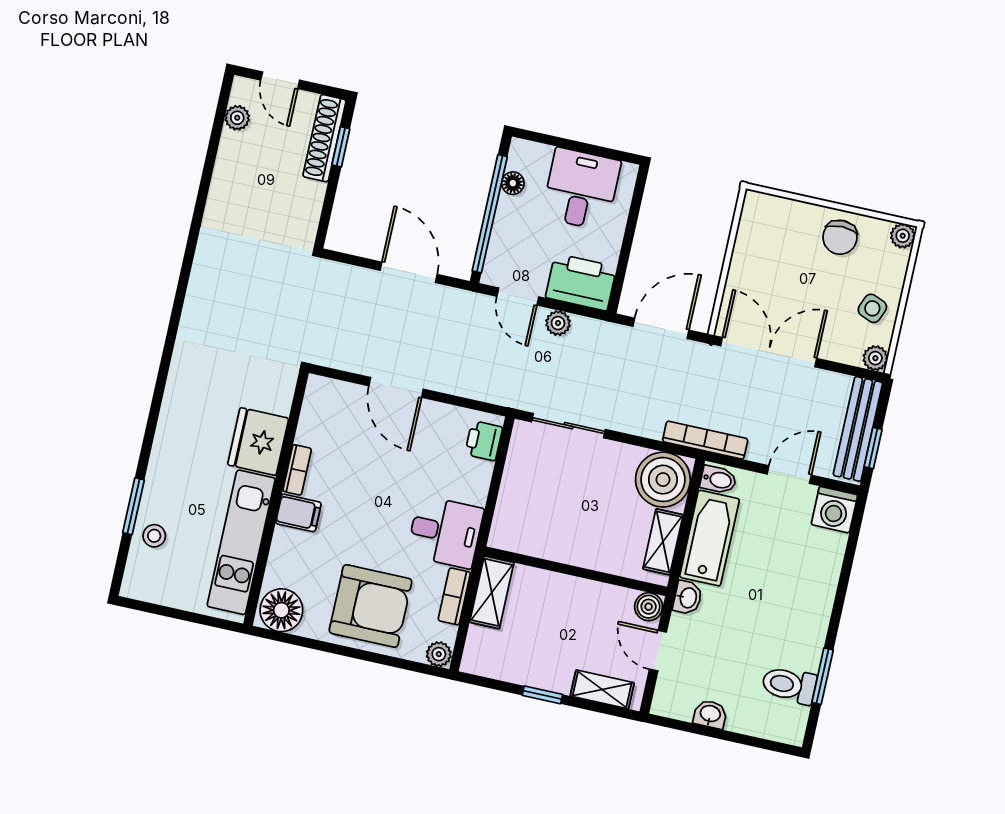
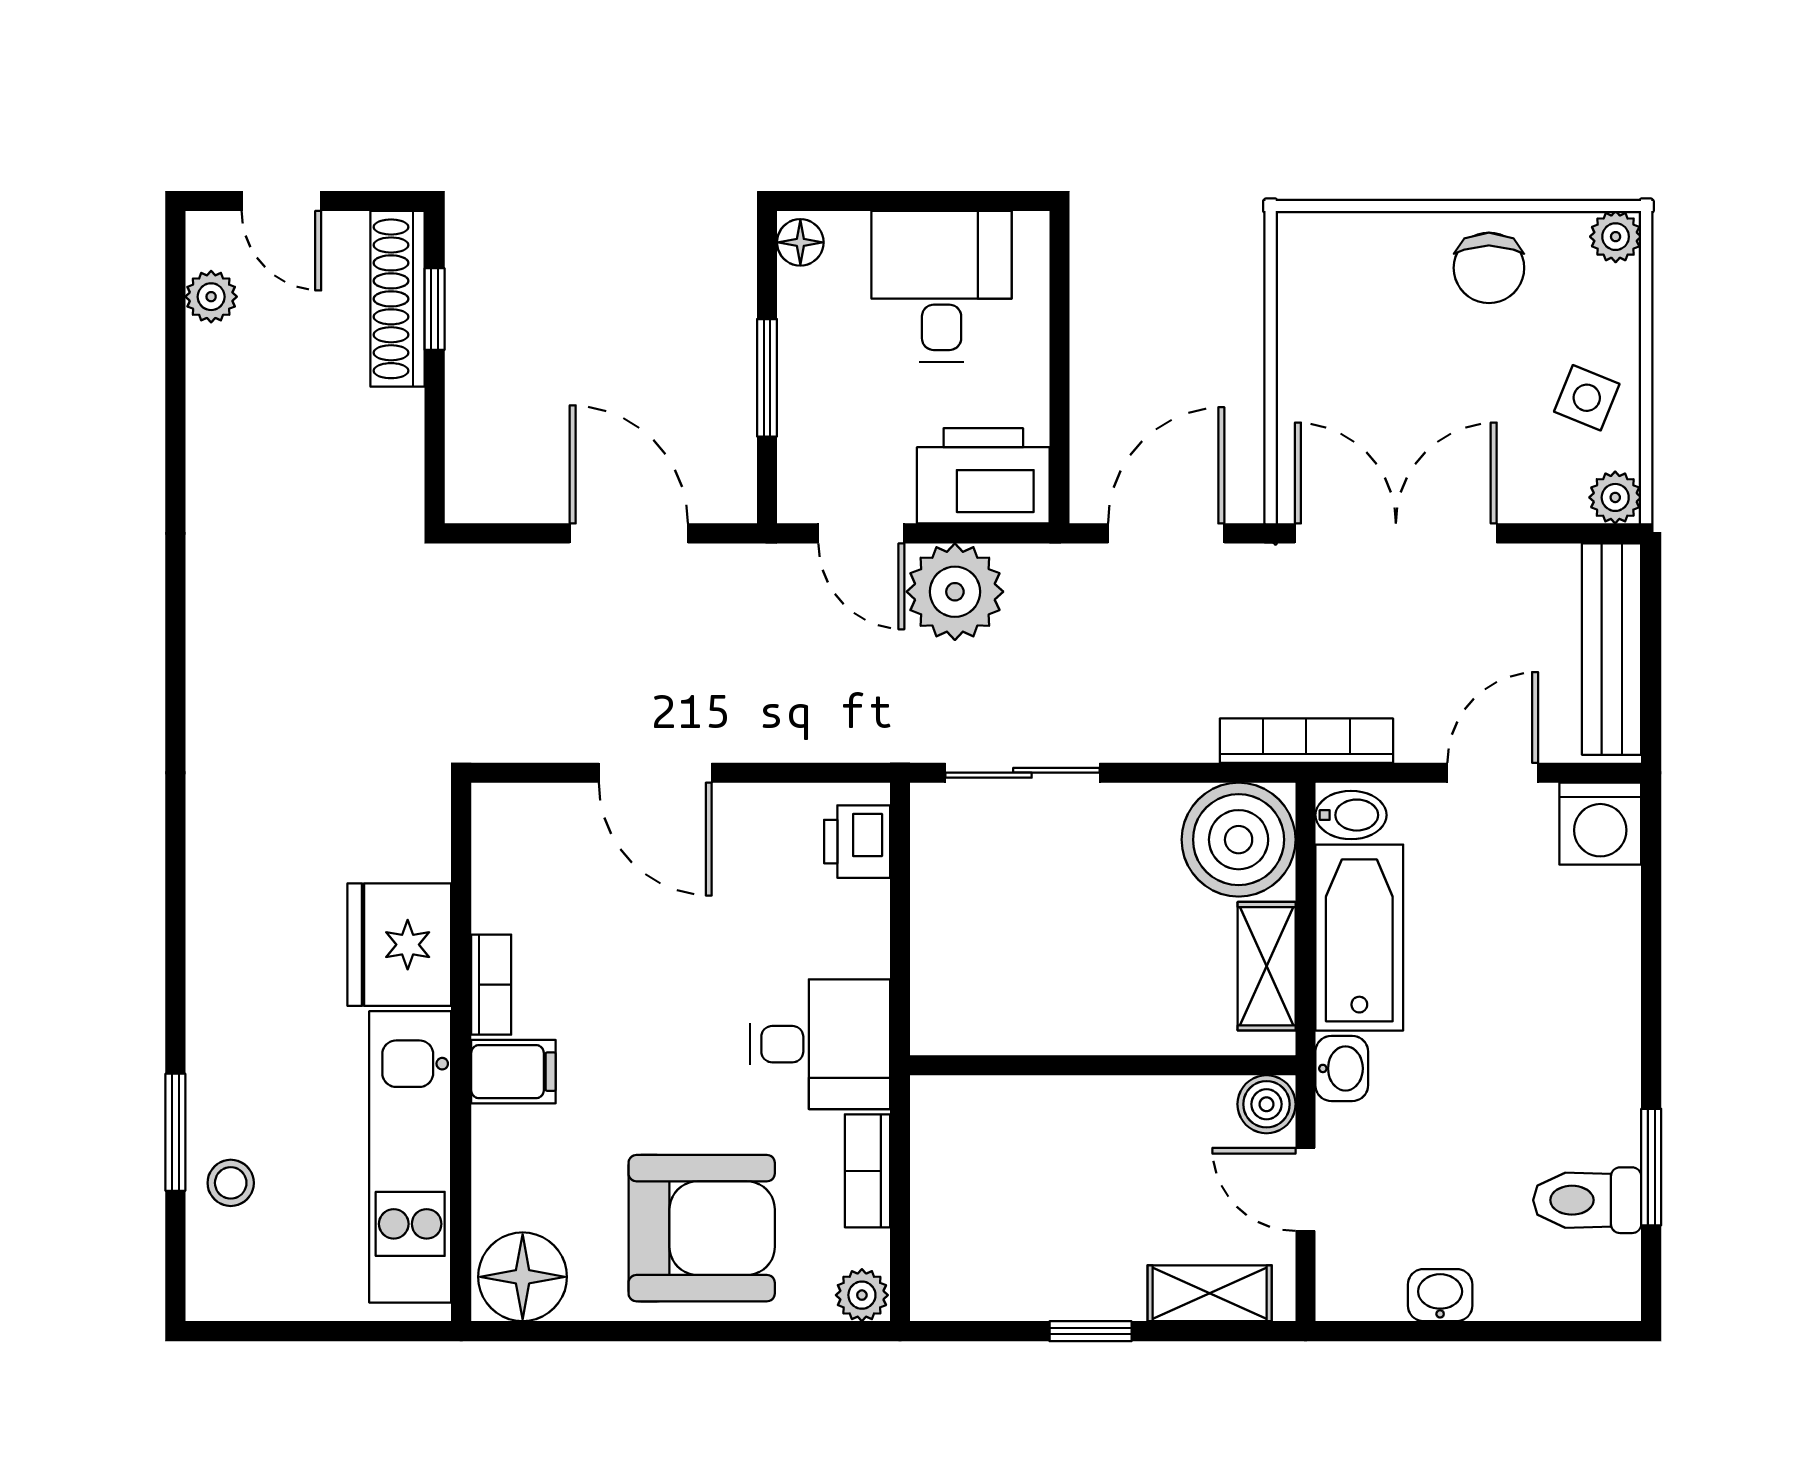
floor lamp: (513, 183) -> (800, 242), moved
window: (490, 214) -> (767, 378), width x0.47
plant: (558, 323) -> (955, 592), width x1.87, depth x1.87
window: (873, 448) -> (1651, 681), removed
shelving: (492, 592) -> (942, 1146), removed

